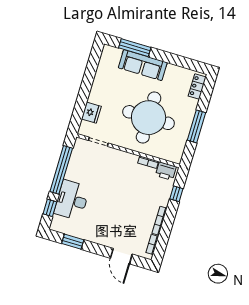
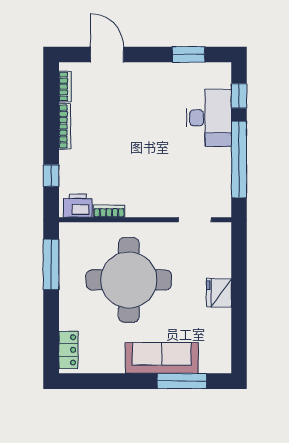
fridge: (91, 113) -> (219, 293), moved
window: (196, 126) -> (51, 264), moved

